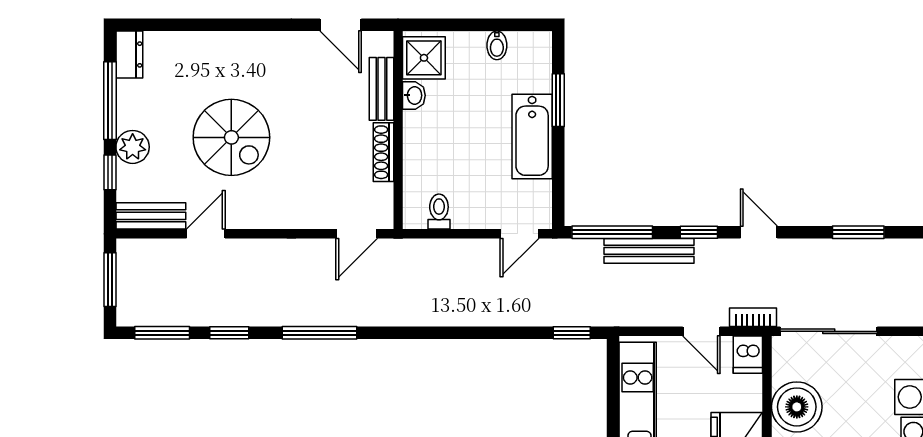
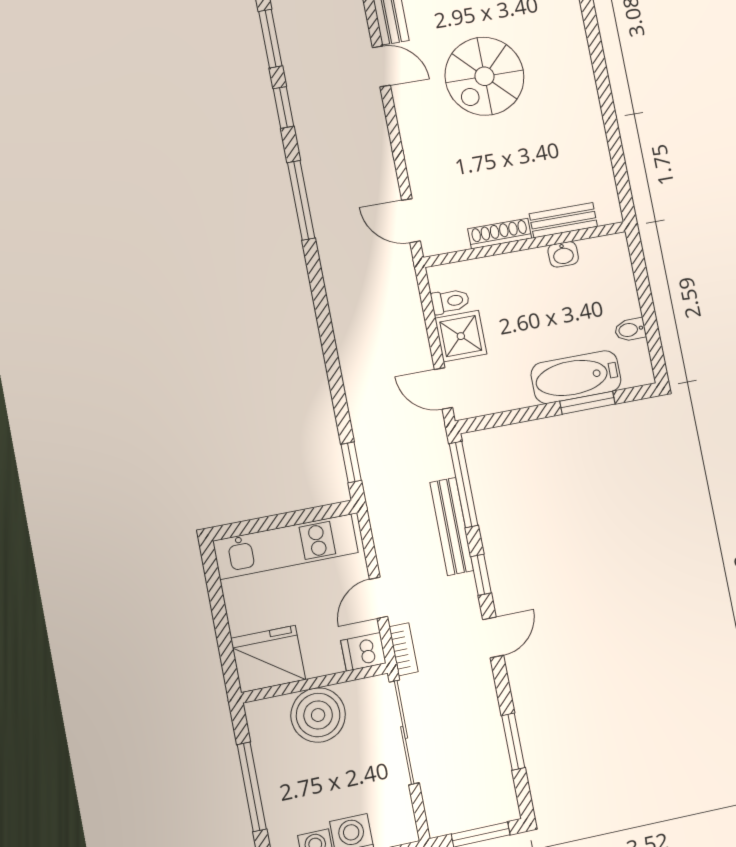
door: (341, 25) -> (619, 167), removed
shower: (424, 58) -> (461, 336), moved
bathtub: (532, 136) -> (576, 377), moved

